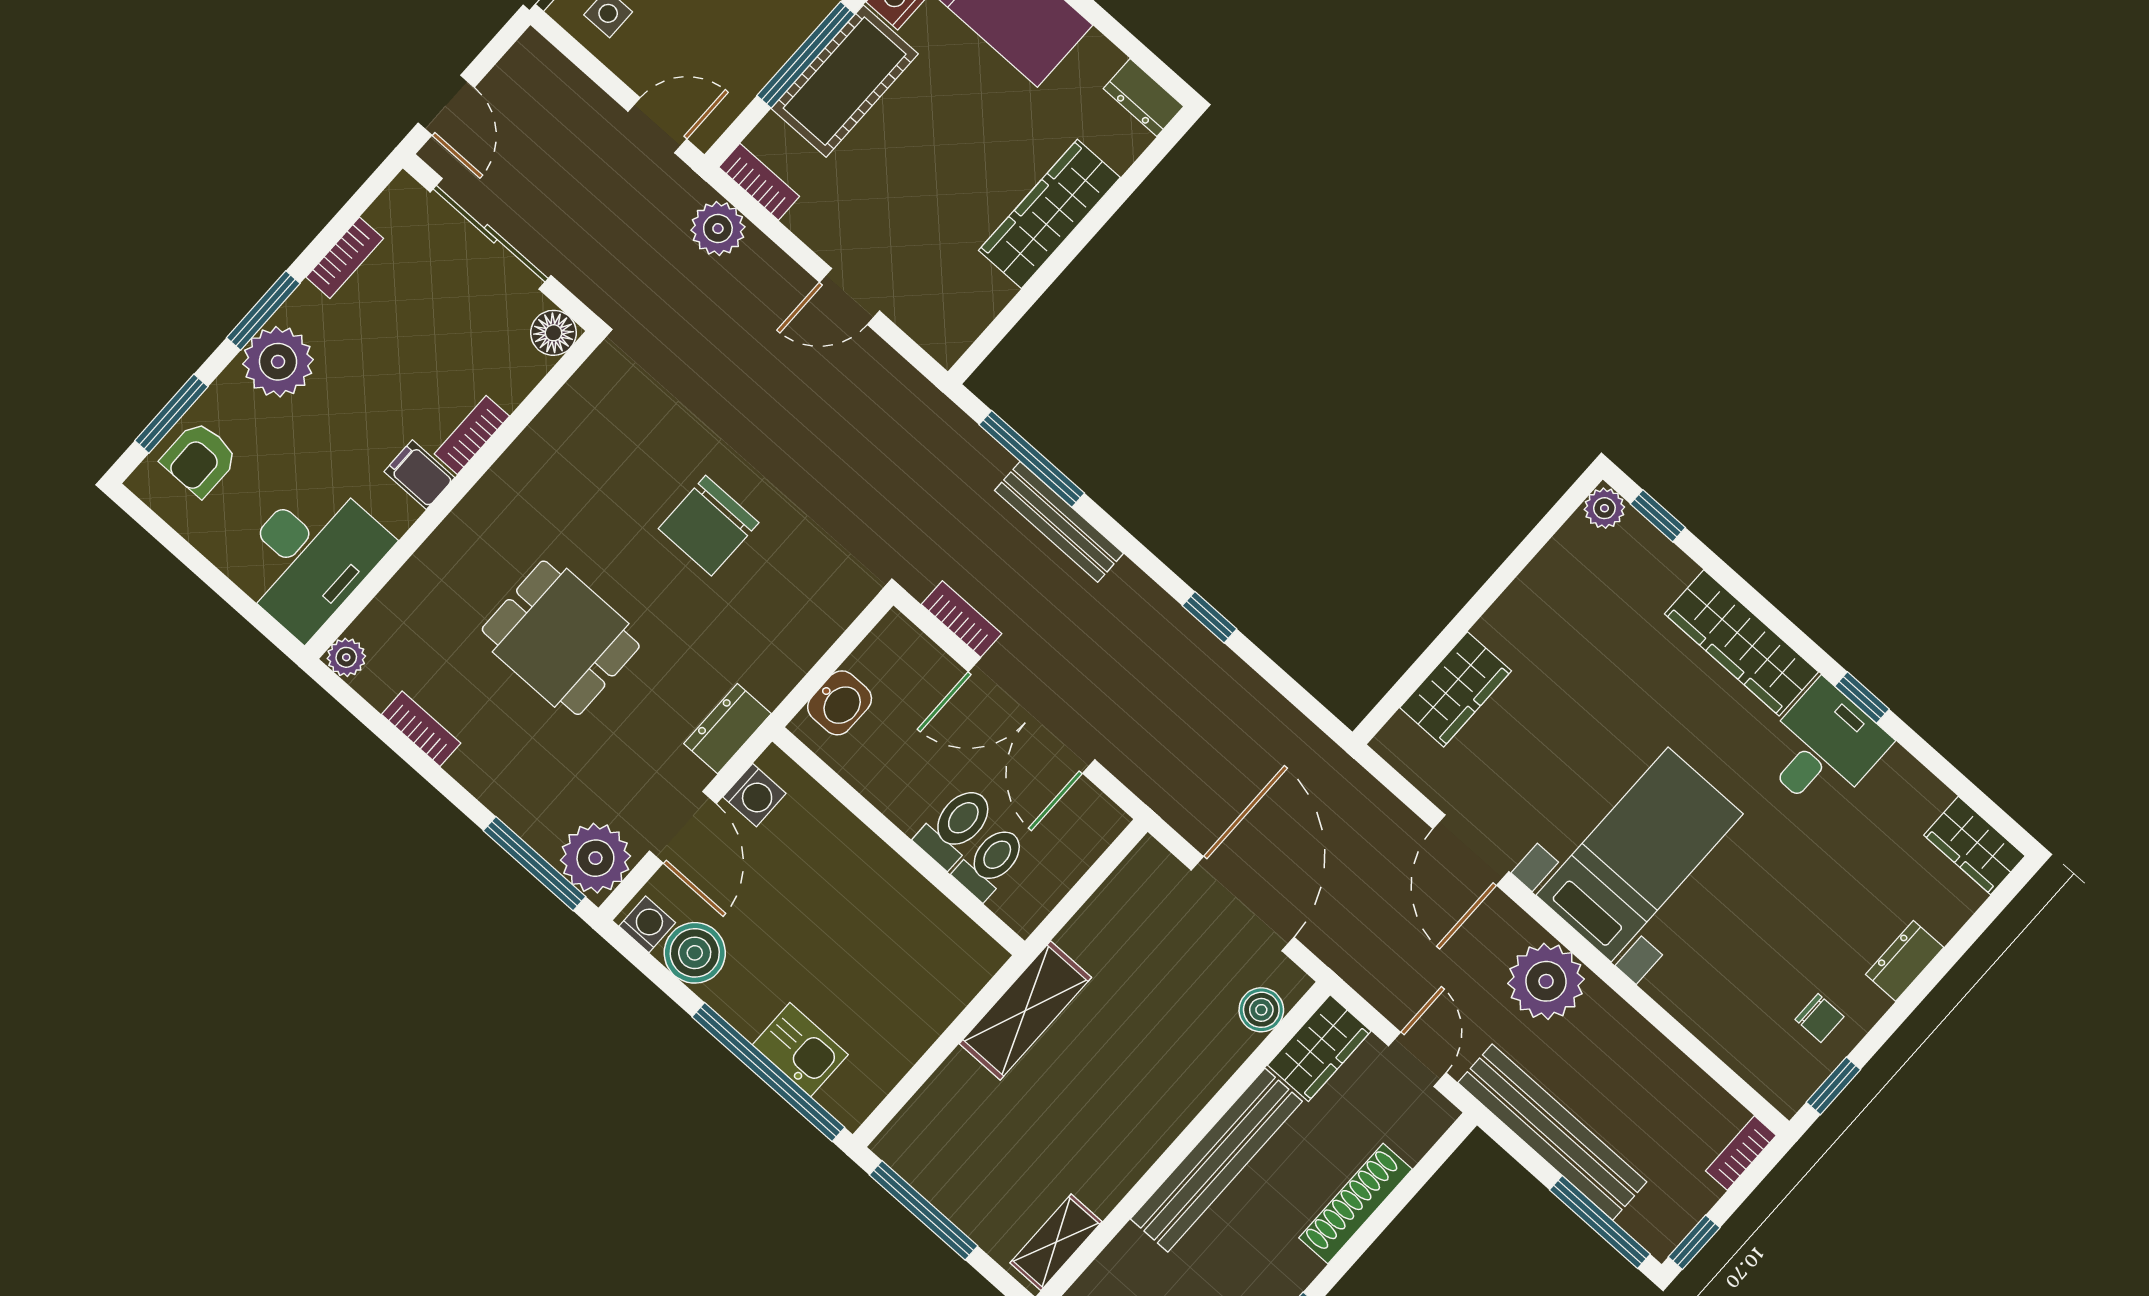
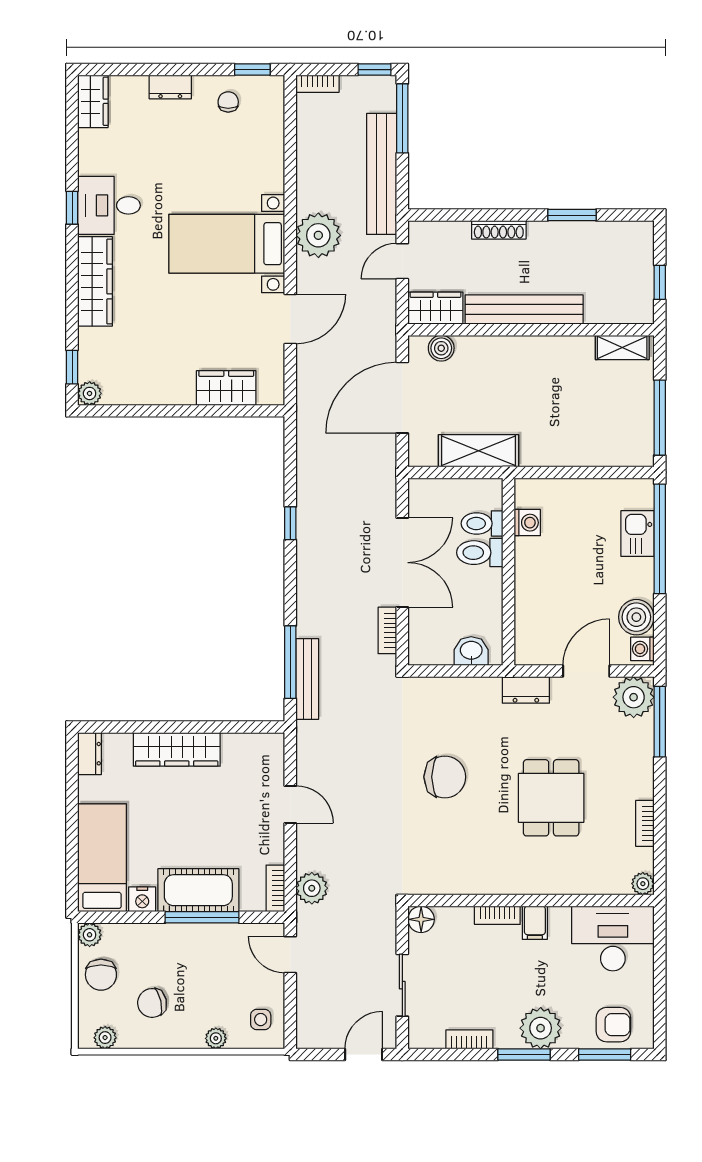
sliding door: (491, 234) -> (402, 985), width x0.73
bench: (1059, 522) -> (307, 679), moved
washing machine: (754, 795) -> (527, 523), moved, turned 90
shelving: (1025, 1010) -> (479, 451), moved
shoe rack: (1356, 1203) -> (499, 230), width x0.74, depth x0.81

